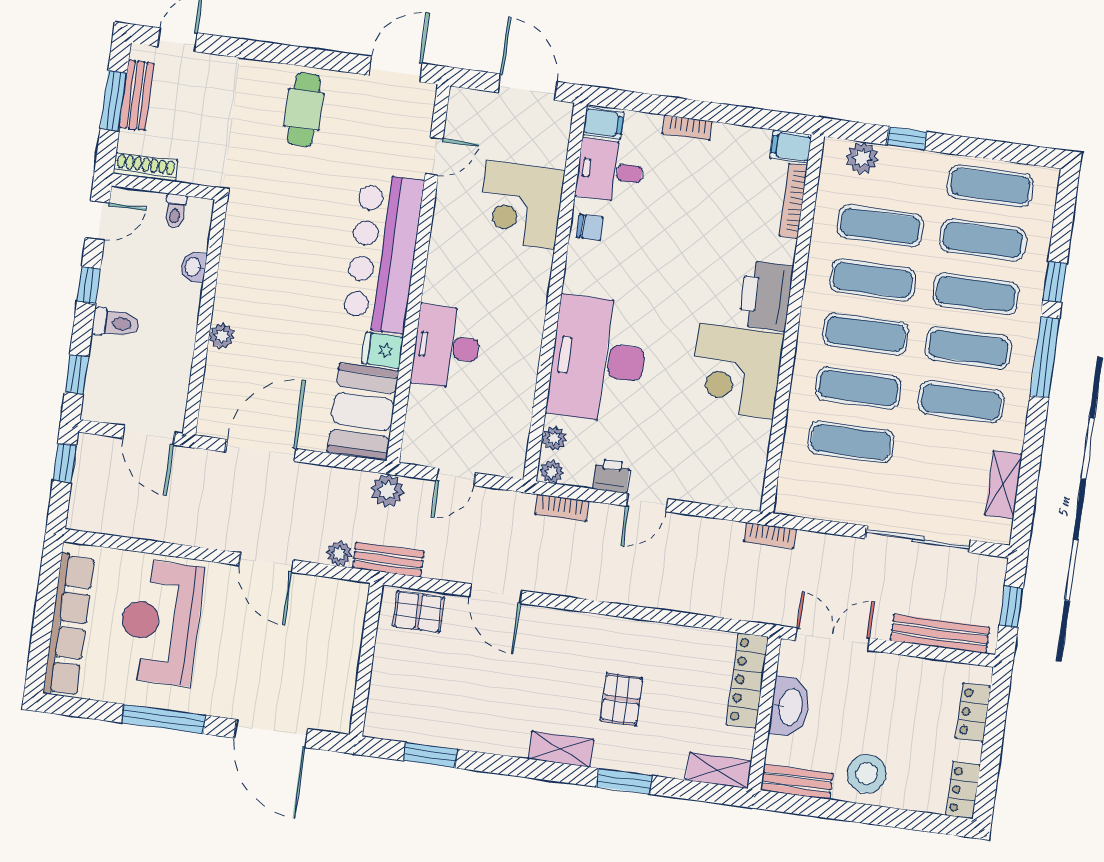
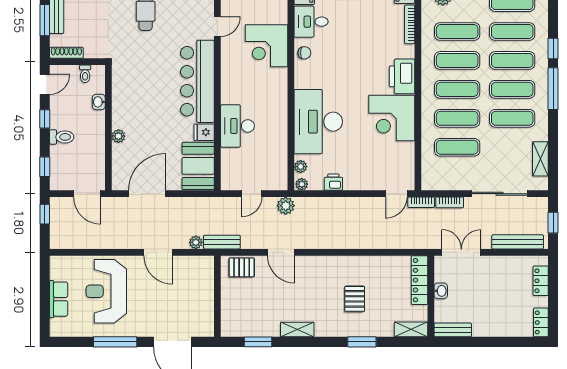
plant: (388, 490) -> (286, 206), moved
door: (647, 503) -> (396, 194), moved
bookcase: (562, 508) -> (450, 202), moved
row of seats: (69, 625) -> (59, 299), width x0.50
washbasin: (790, 707) -> (441, 291), width x0.52, depth x0.69
shelving: (561, 749) -> (297, 330), moved
stool: (867, 774) -> (489, 321), removed

